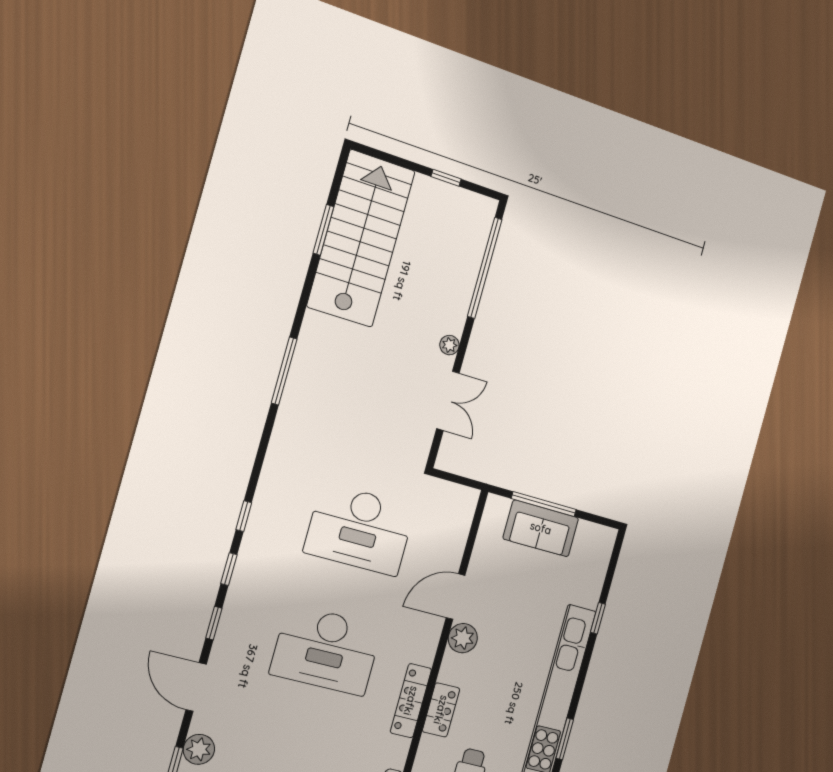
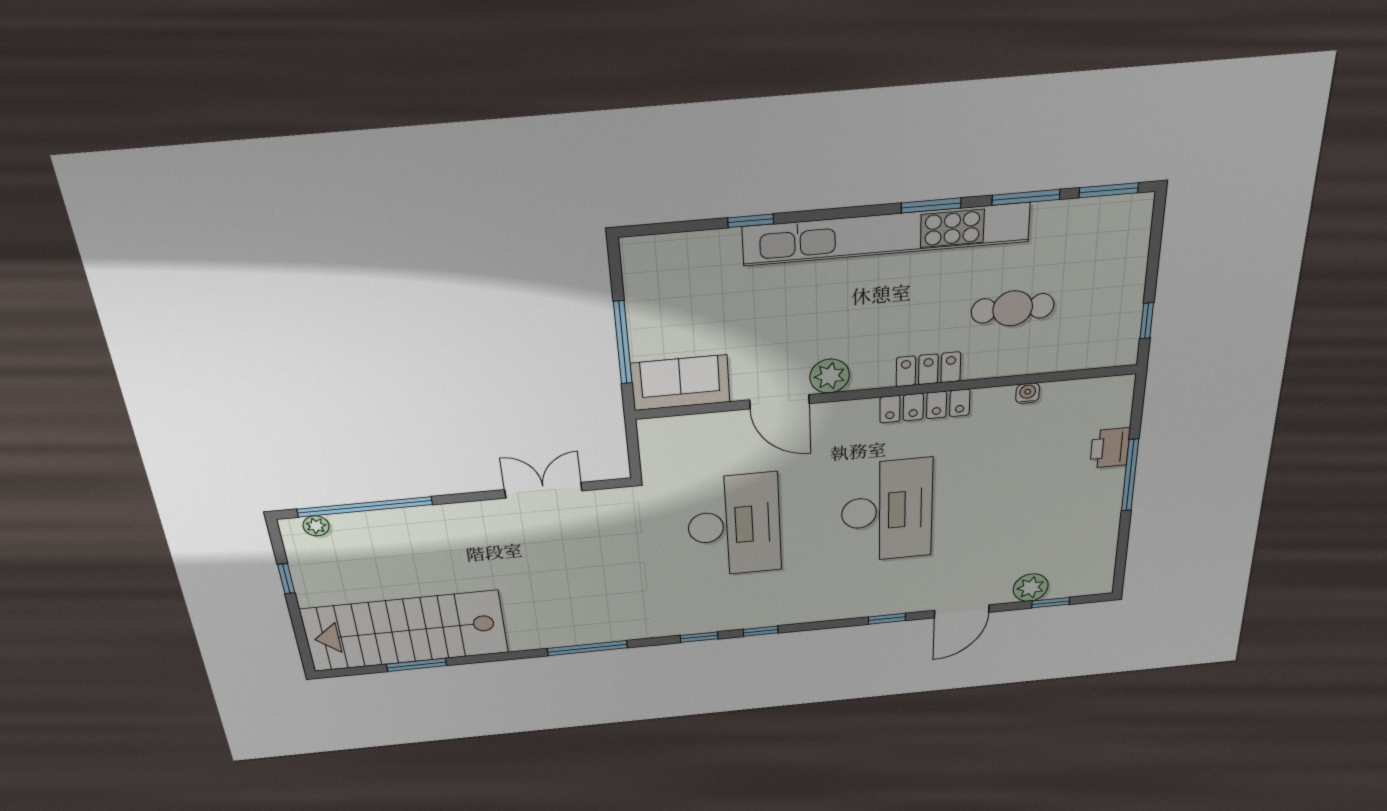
plant: (449, 345) -> (316, 526), moved
sofa: (541, 528) -> (680, 383), moved, turned -90
window: (229, 569) -> (699, 637), moved

